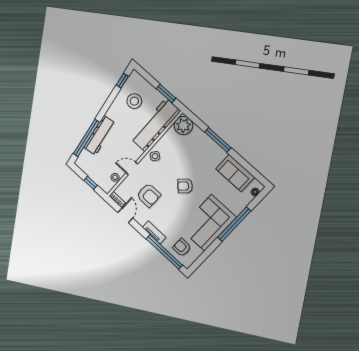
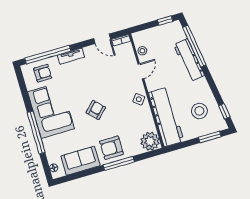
window: (166, 93) -> (210, 137), moved
window: (91, 183) -> (165, 21), moved
armchair: (149, 195) -> (112, 148), moved

